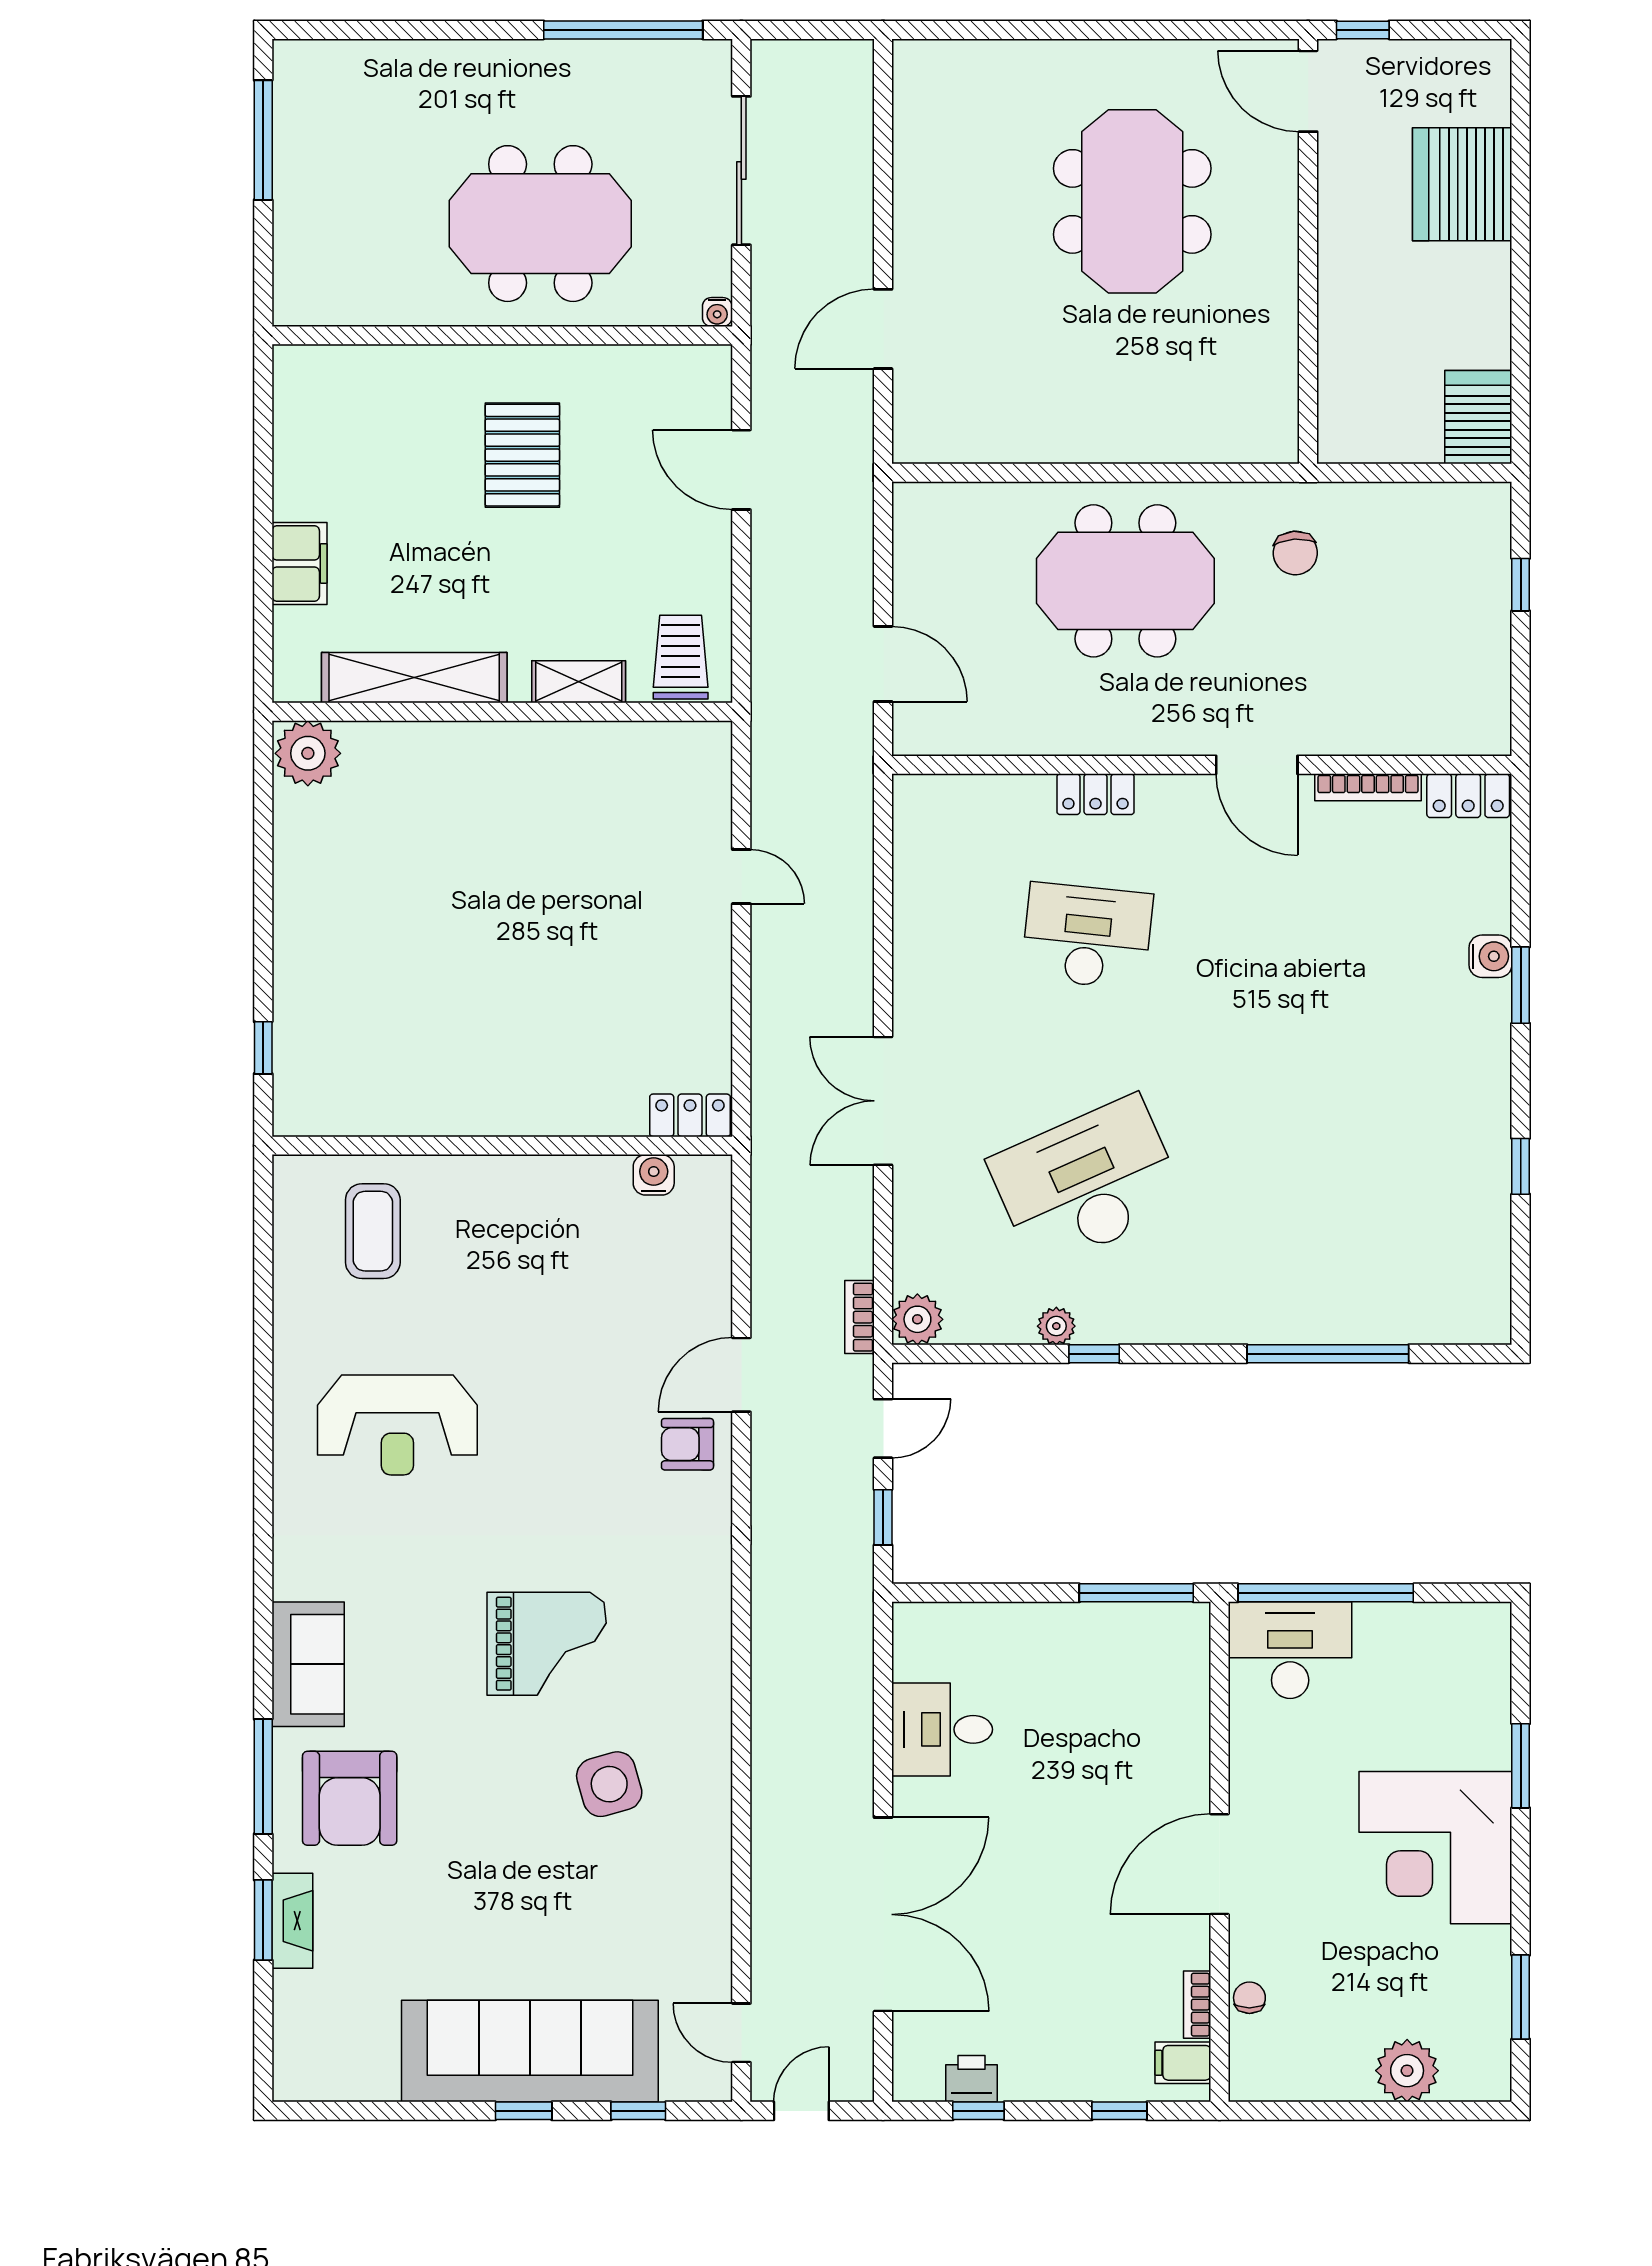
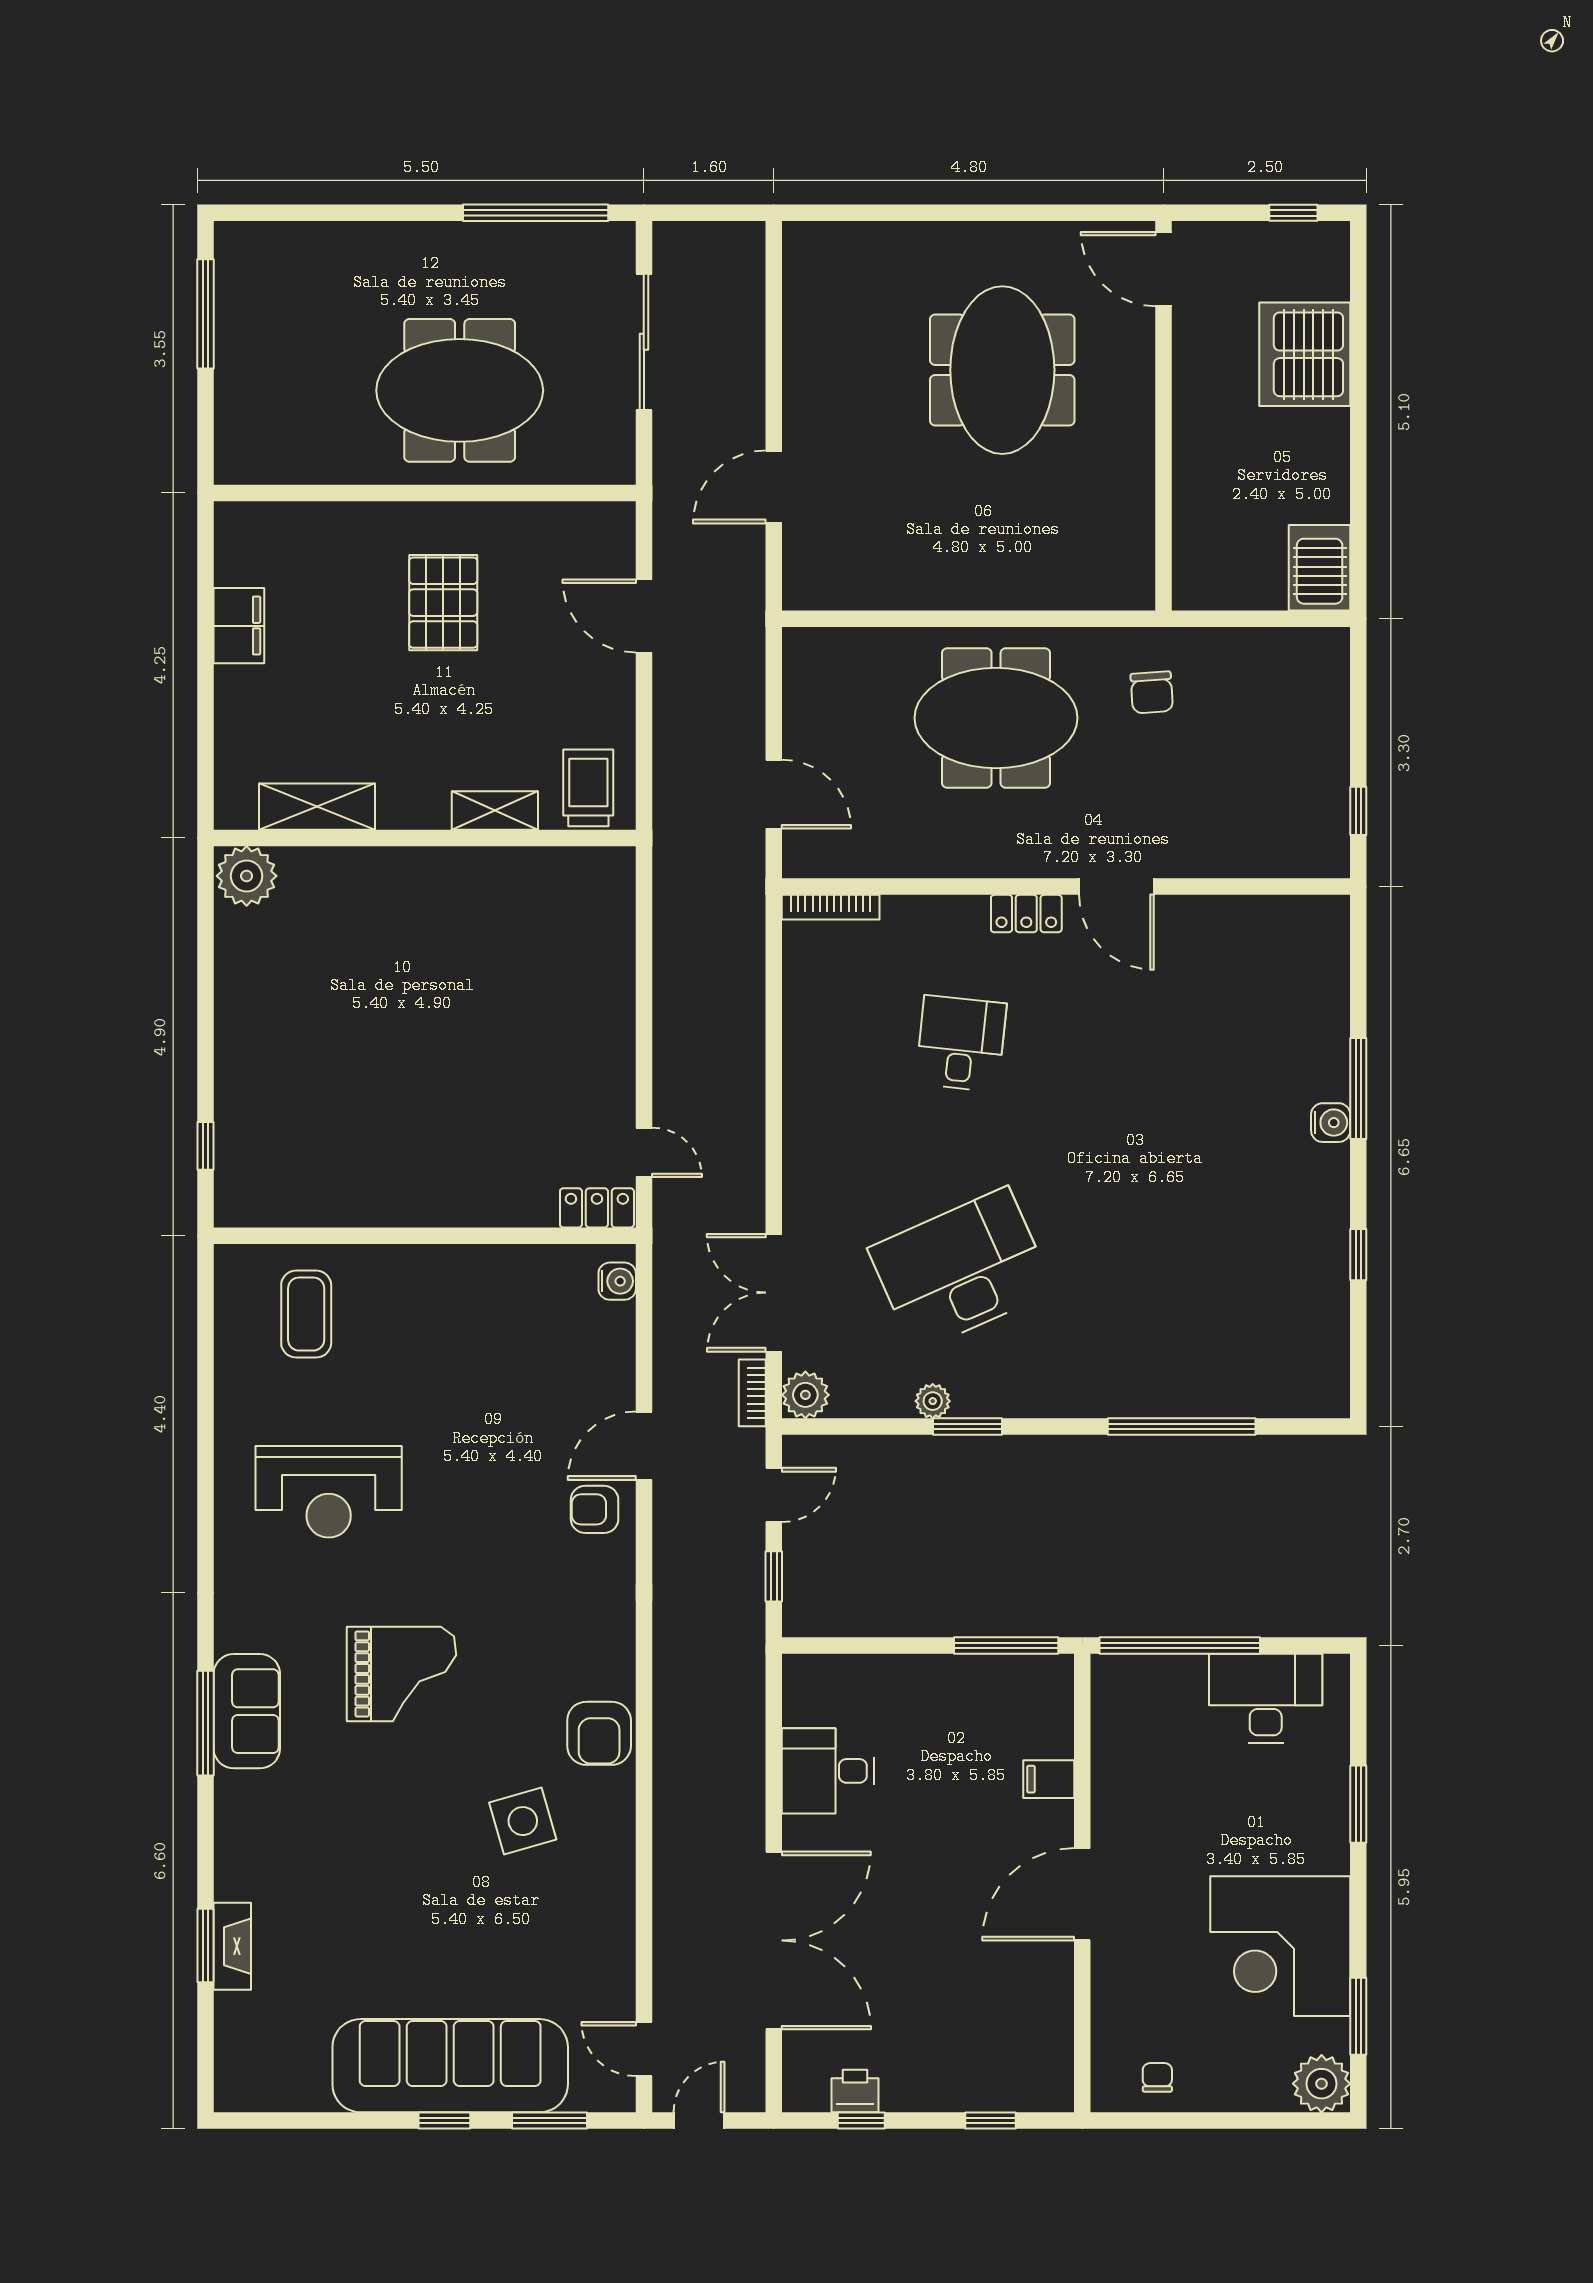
window: (1363, 30) -> (1293, 213), moved
water cooler: (717, 312) -> (622, 471), removed
filing cabinet: (299, 563) -> (239, 626), moved
window: (1521, 585) -> (1358, 811), moved
shelving: (414, 678) -> (317, 807), width x0.68
bookcase: (1368, 787) -> (831, 907), moved
locker: (1096, 794) -> (1026, 914), moved
locker: (1468, 796) -> (1310, 915), removed
door: (741, 877) -> (644, 1152), moved
desk: (1087, 936) -> (961, 1043), width x0.73
water cooler: (1490, 956) -> (1331, 1123), moved
window: (1521, 985) -> (1358, 1089), width x1.44
double door: (883, 1101) -> (774, 1293), moved
water cooler: (654, 1175) -> (617, 1281), moved, turned 90
window: (1094, 1354) -> (967, 1426), width x1.50
grand piano: (547, 1644) -> (402, 1674), moved
desk: (1290, 1650) -> (1266, 1698), moved
window: (263, 1776) -> (206, 1723), moved
armchair: (350, 1798) -> (599, 1733), moved, width x0.73, depth x0.73
corner desk: (1435, 1848) -> (1280, 1946), moved
chair: (1249, 1998) -> (1157, 2077), moved
bookcase: (1197, 2005) -> (1062, 2023), removed
filing cabinet: (1183, 2063) -> (1049, 1779), moved
plant: (1407, 2071) -> (1322, 2084), moved
window: (638, 2111) -> (550, 2120), width x1.50

